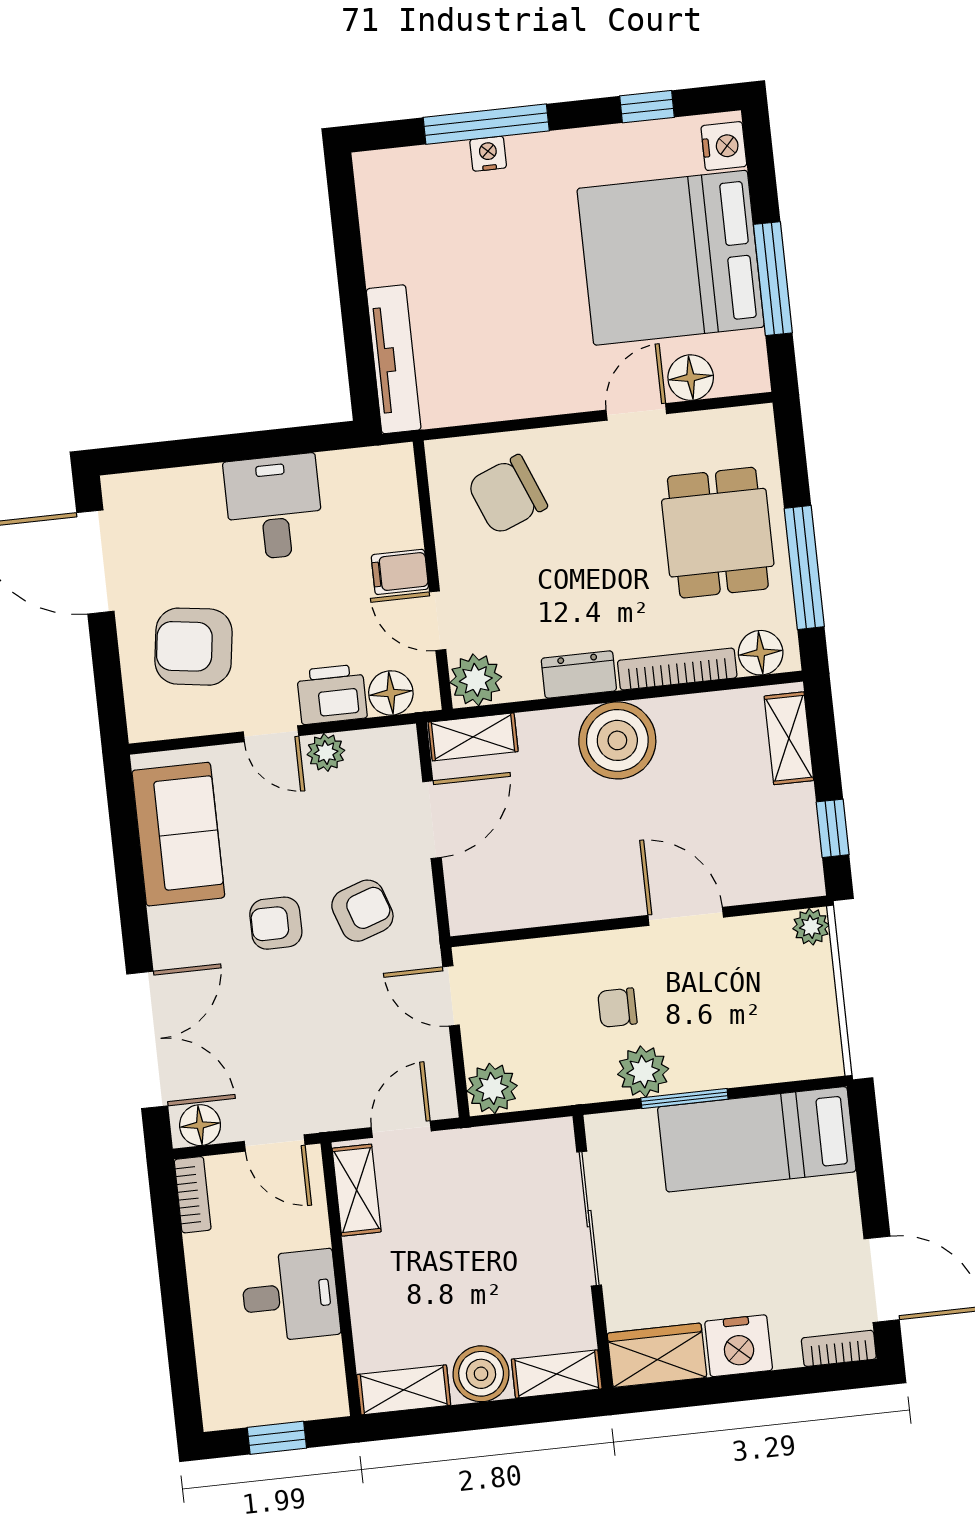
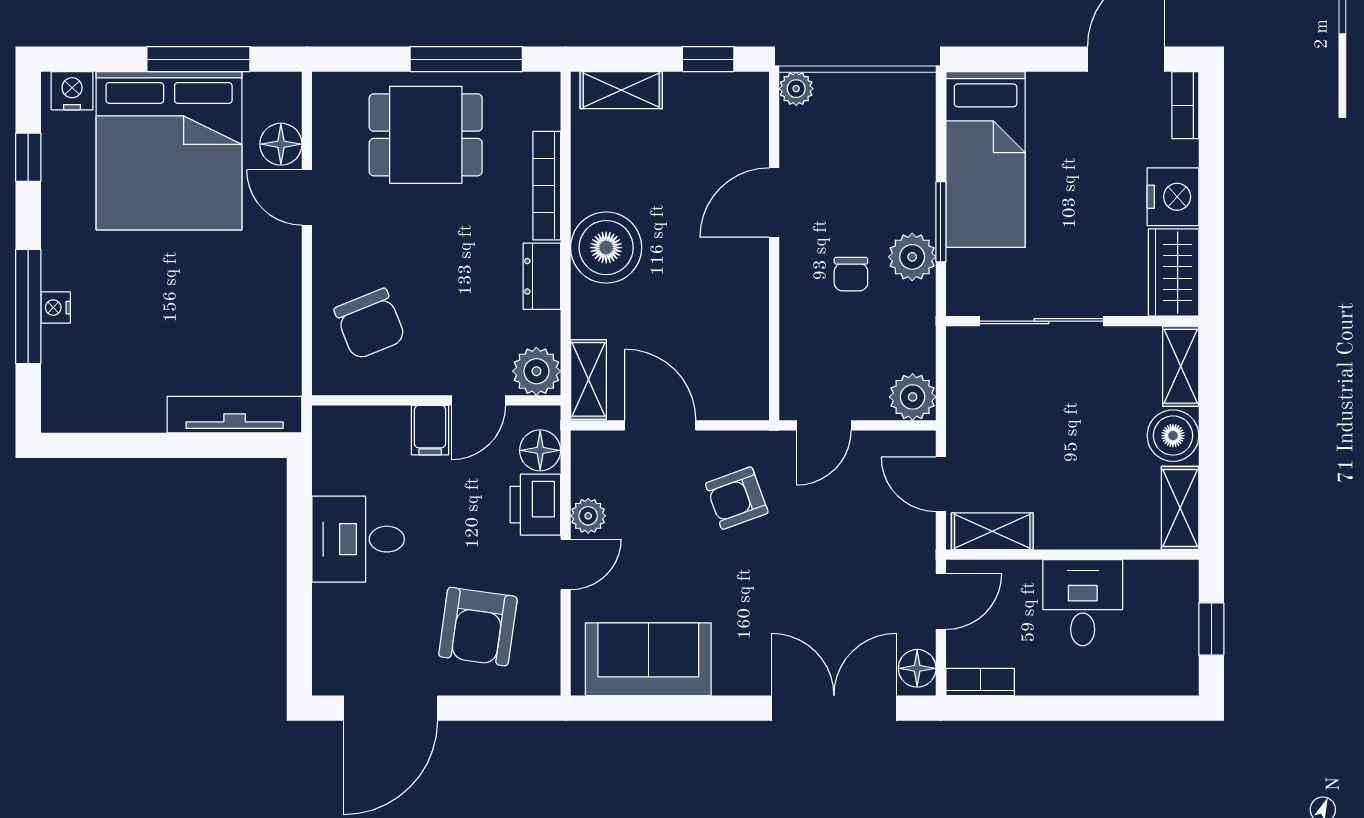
floor lamp: (761, 653) -> (540, 108), removed
armchair: (362, 911) -> (737, 498), turned -91
armchair: (276, 923) -> (740, 579), removed

